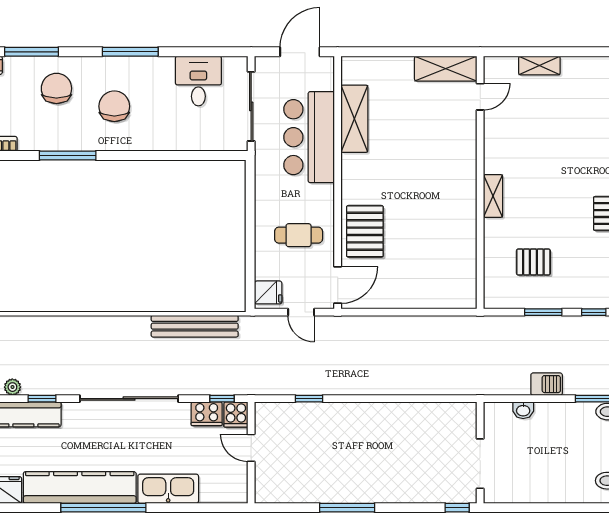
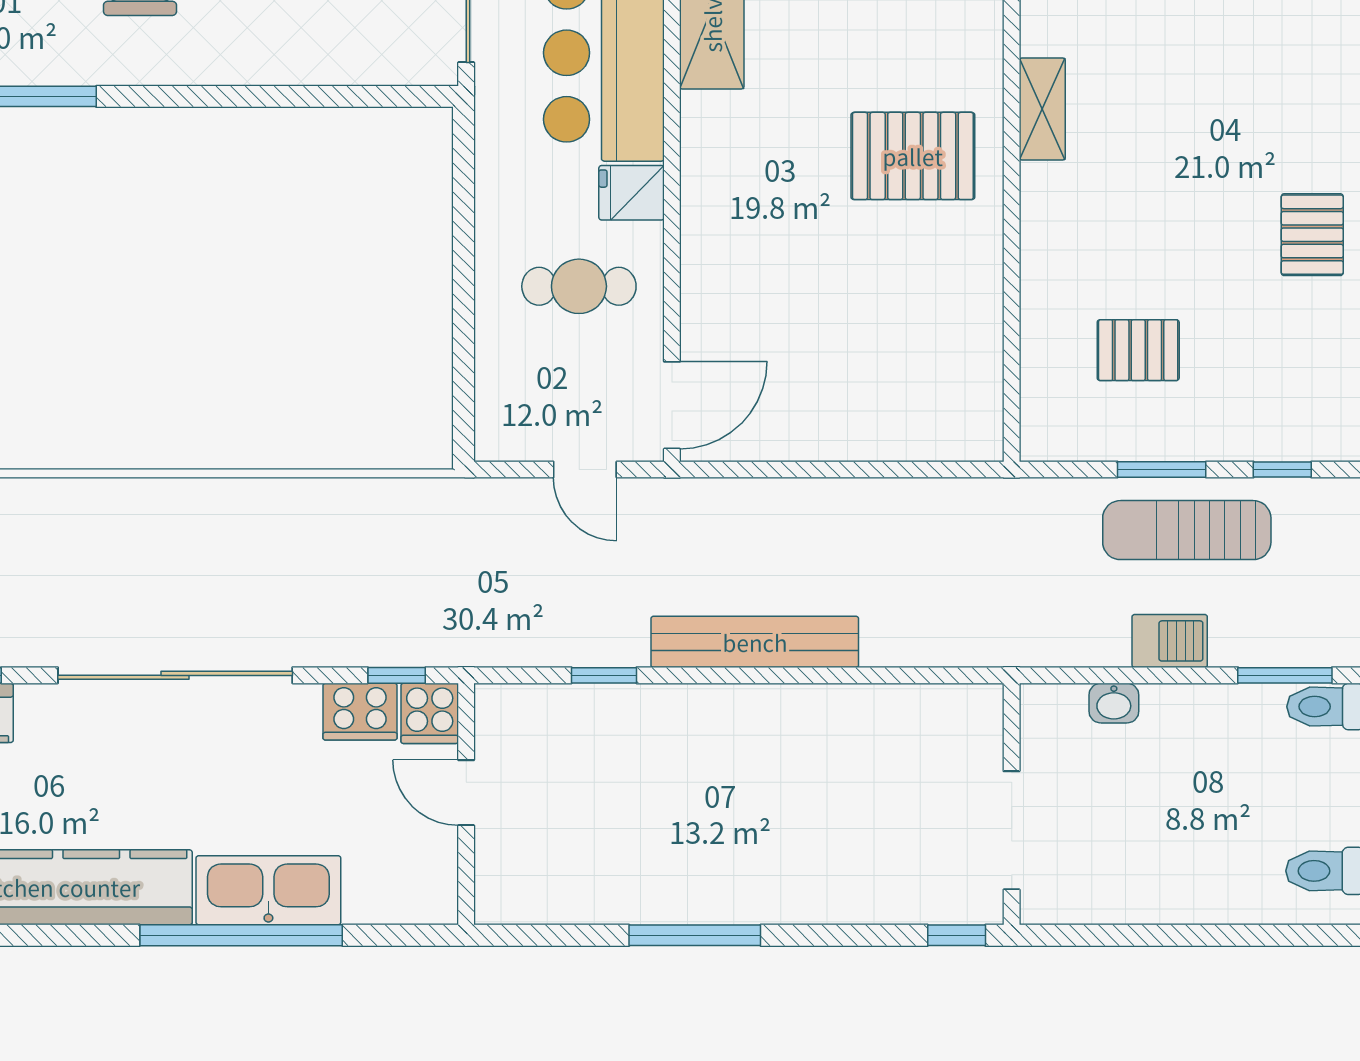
shelving: (493, 196) -> (1042, 109), moved
pallet: (365, 231) -> (913, 156), moved, turned 90
fridge: (268, 292) -> (632, 193), moved, turned 180
bench: (195, 326) -> (755, 642), moved
sun lounger: (554, 338) -> (1187, 530), added
window: (103, 508) -> (241, 935), moved

